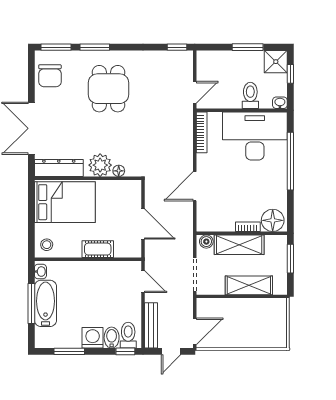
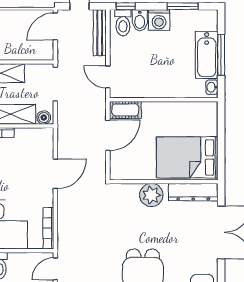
floor lamp: (119, 171) -> (132, 189), removed
door: (143, 224) -> (108, 135), swing flipped
stool: (47, 245) -> (205, 114), removed
cot: (98, 249) -> (125, 110), moved

